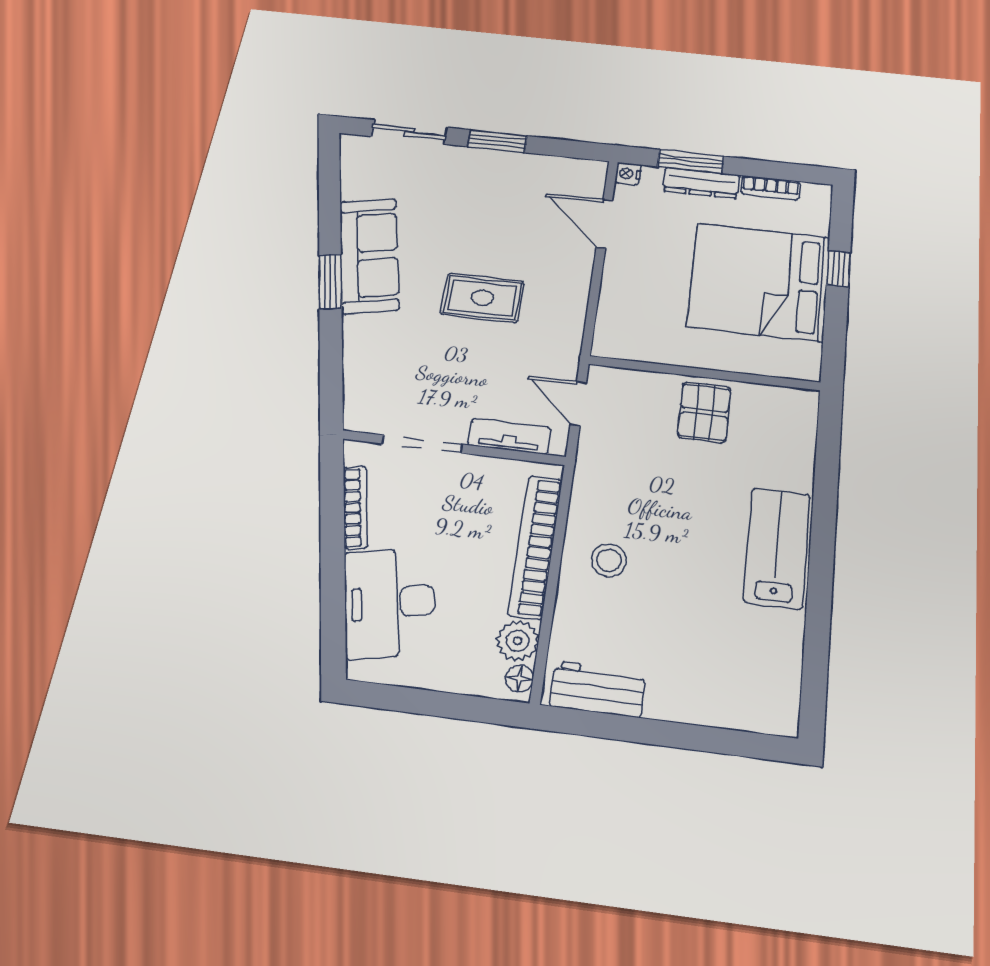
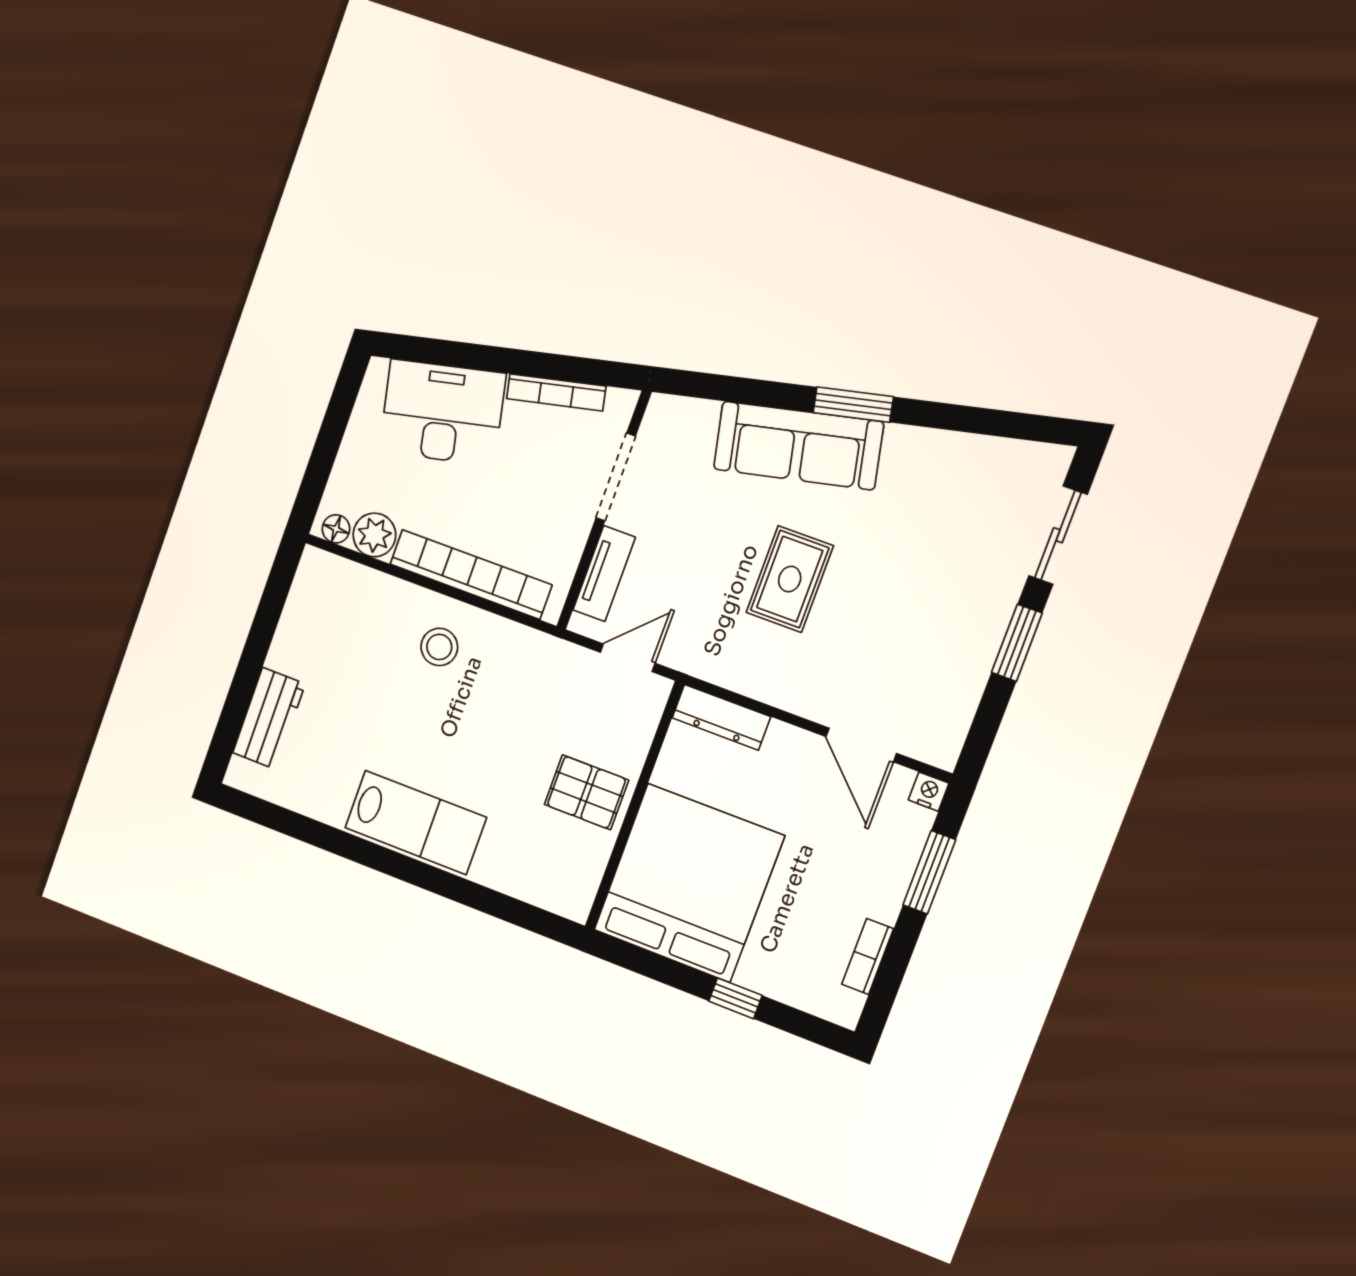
dresser: (701, 183) -> (721, 717), moved, turned -90
door: (604, 224) -> (861, 745), swing flipped
sofa: (369, 255) -> (798, 446), moved
bed: (759, 282) -> (689, 883), moved
workbench: (598, 689) -> (269, 718), moved

